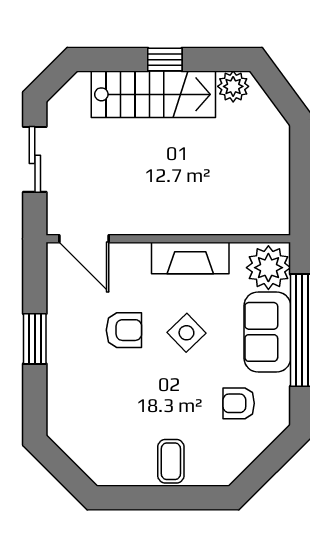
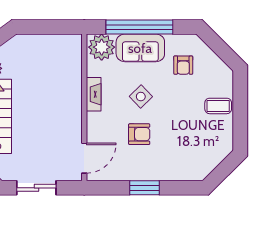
fireplace: (190, 258) -> (94, 94), width x0.73, depth x0.76
armchair: (124, 330) -> (139, 134), turned 90

